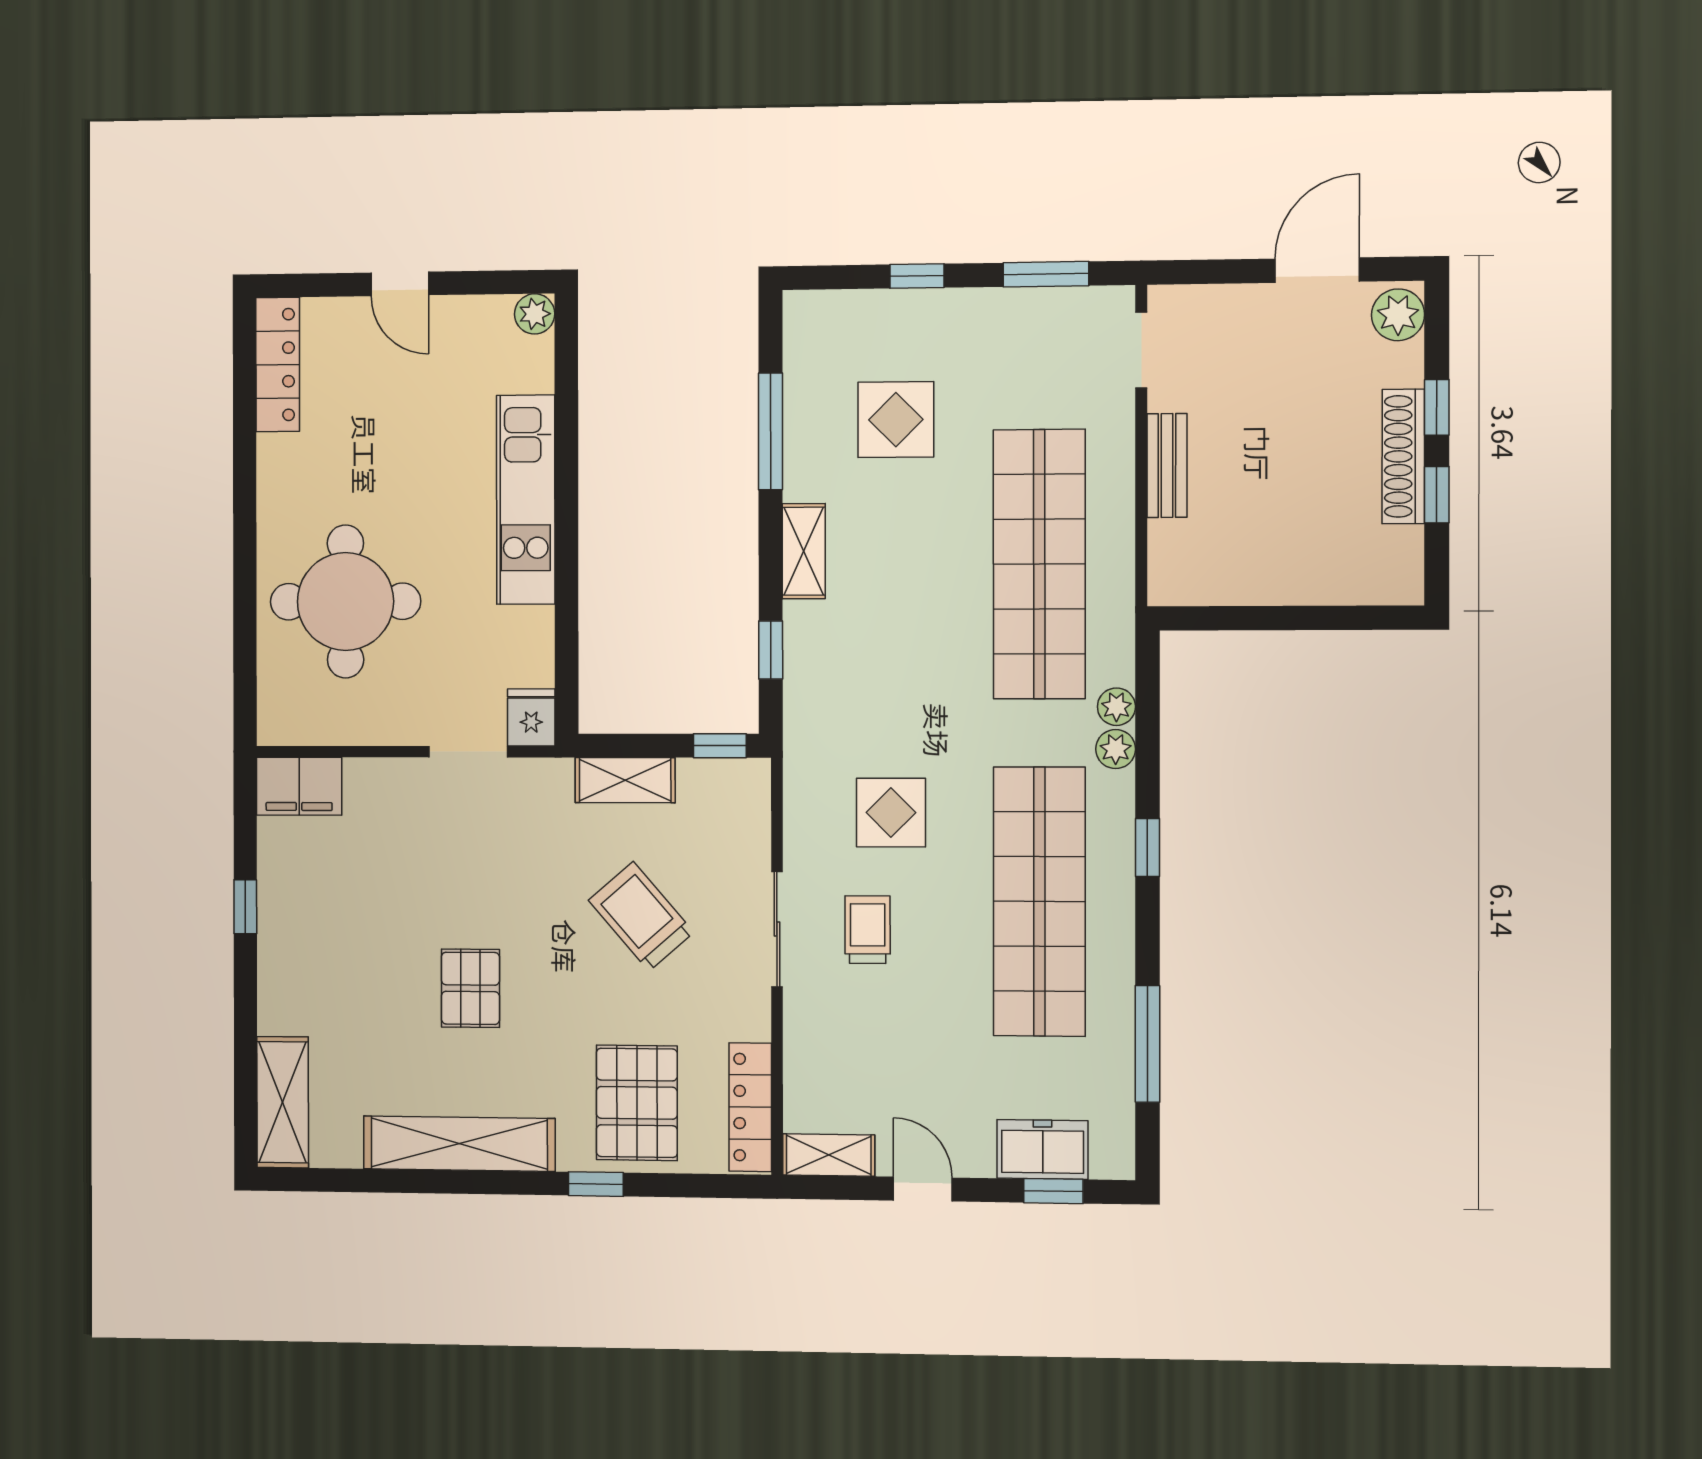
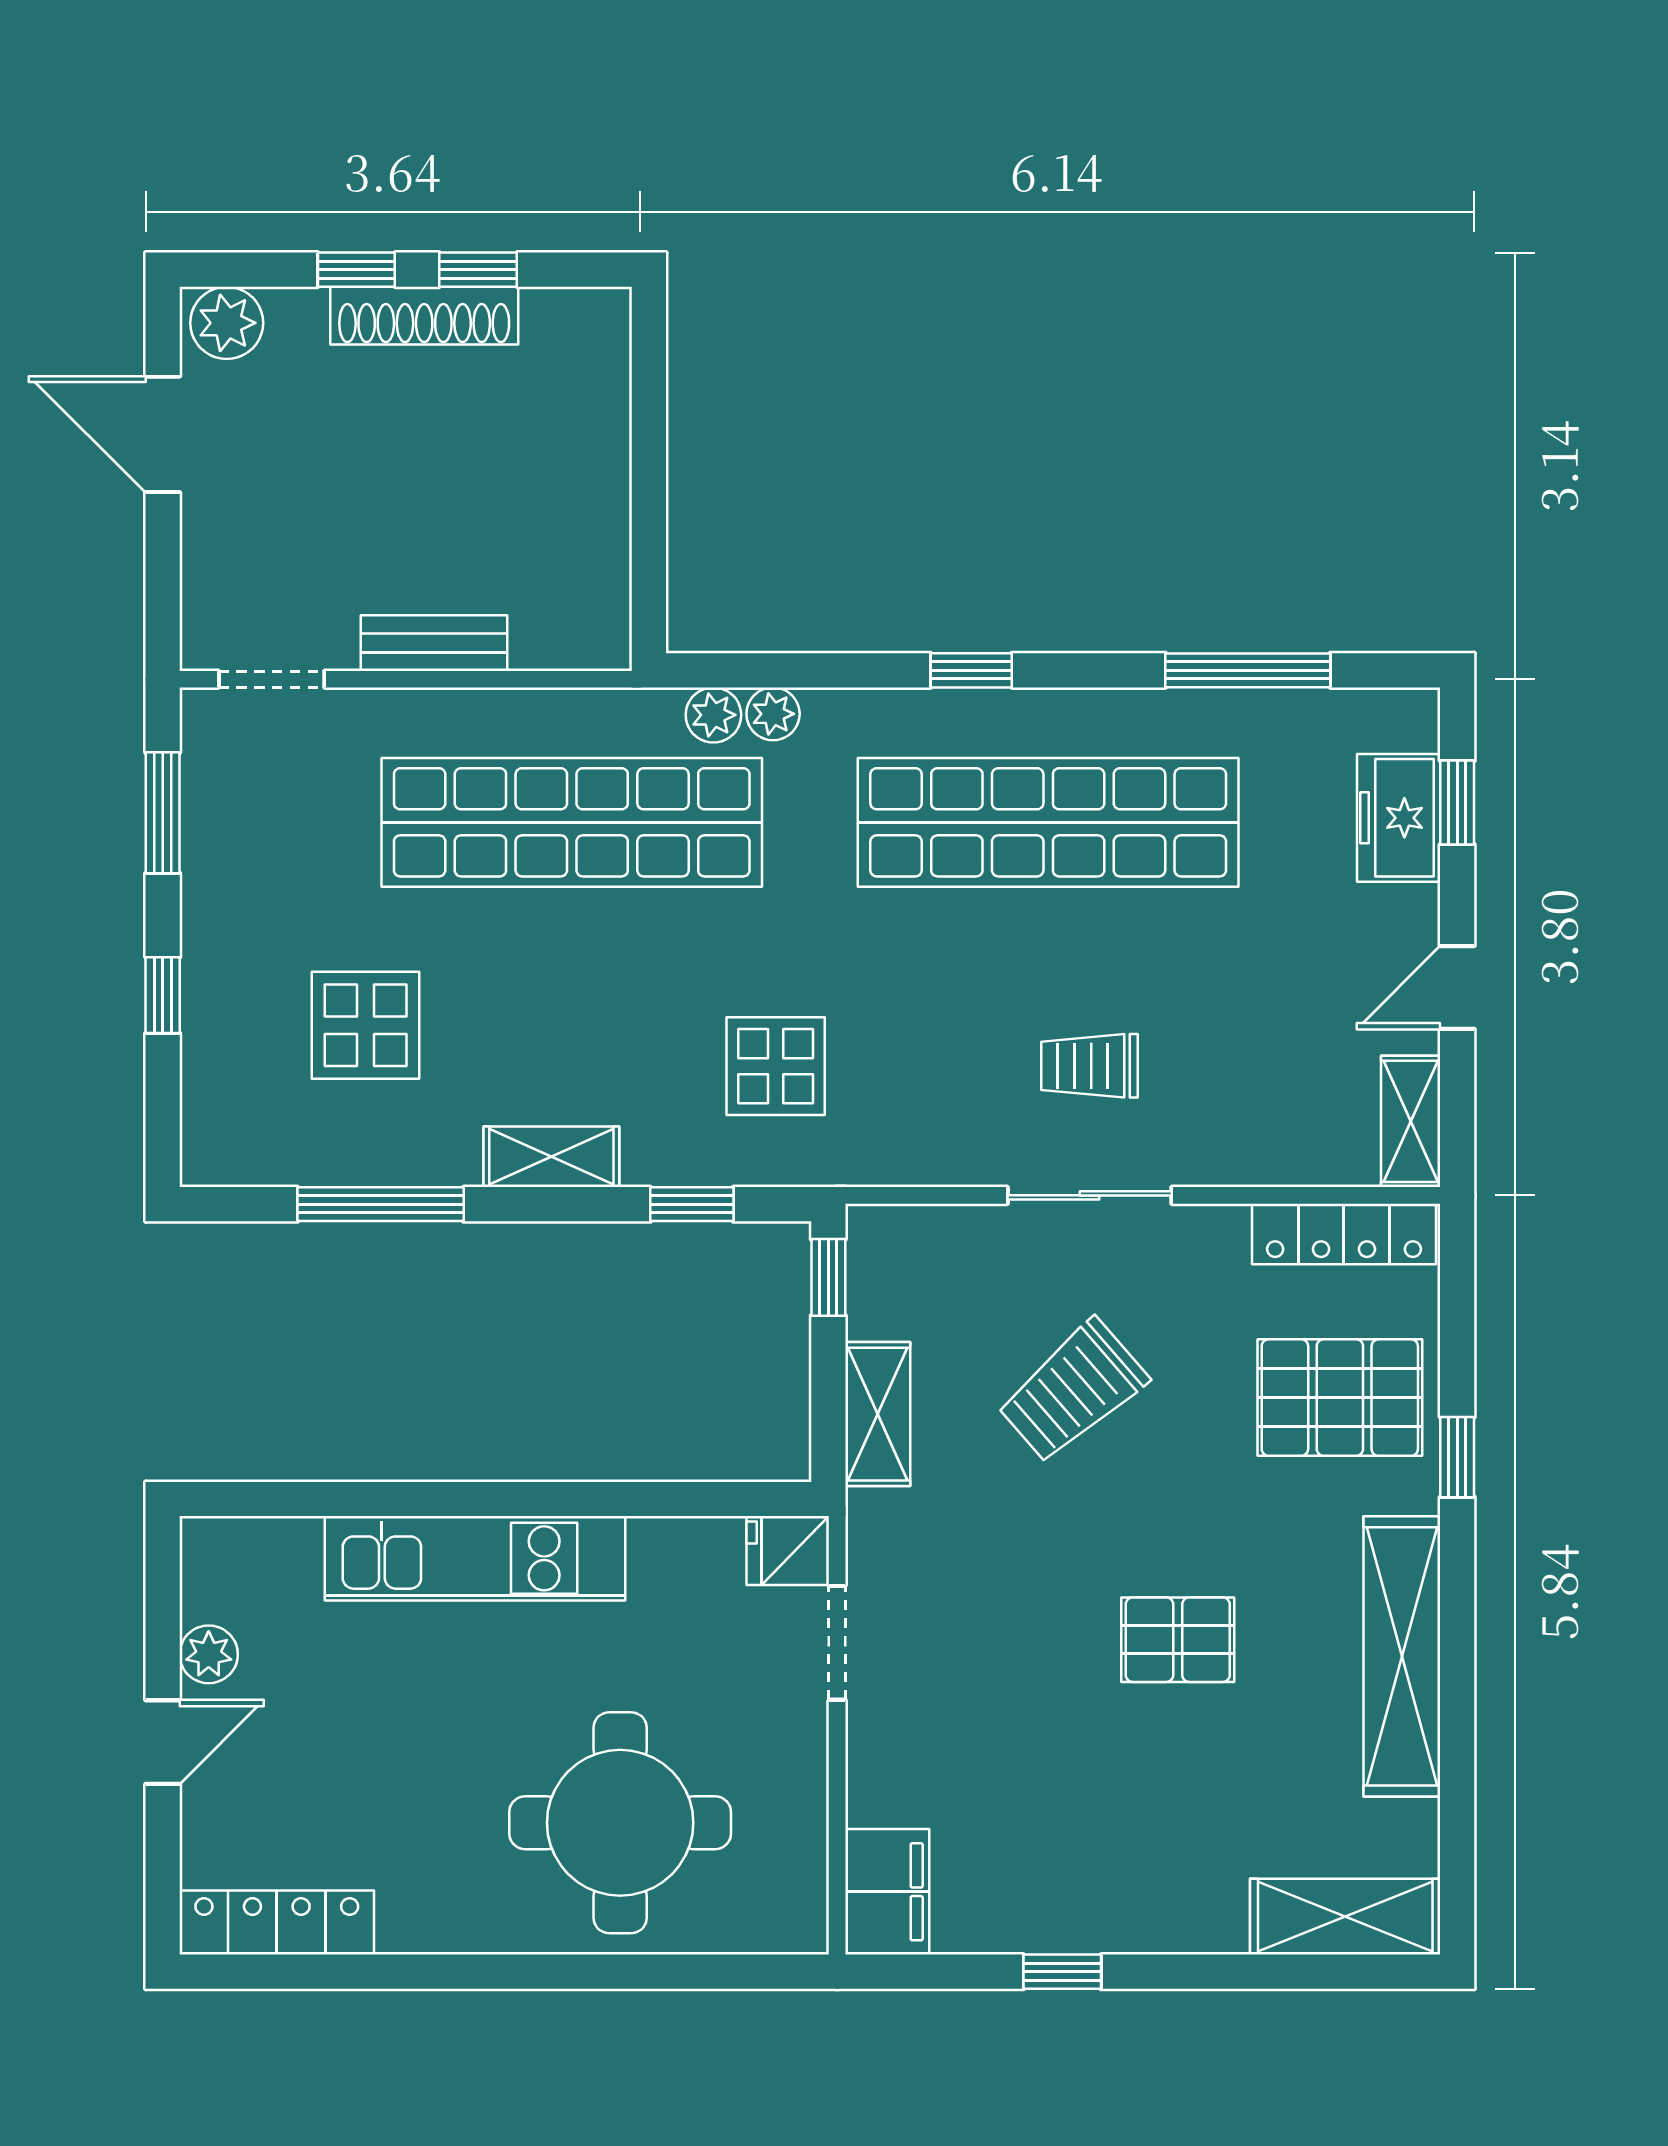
plant: (535, 314) -> (209, 1654), moved
plant: (1116, 749) -> (713, 715), moved
display table: (891, 813) -> (776, 1066), moved

